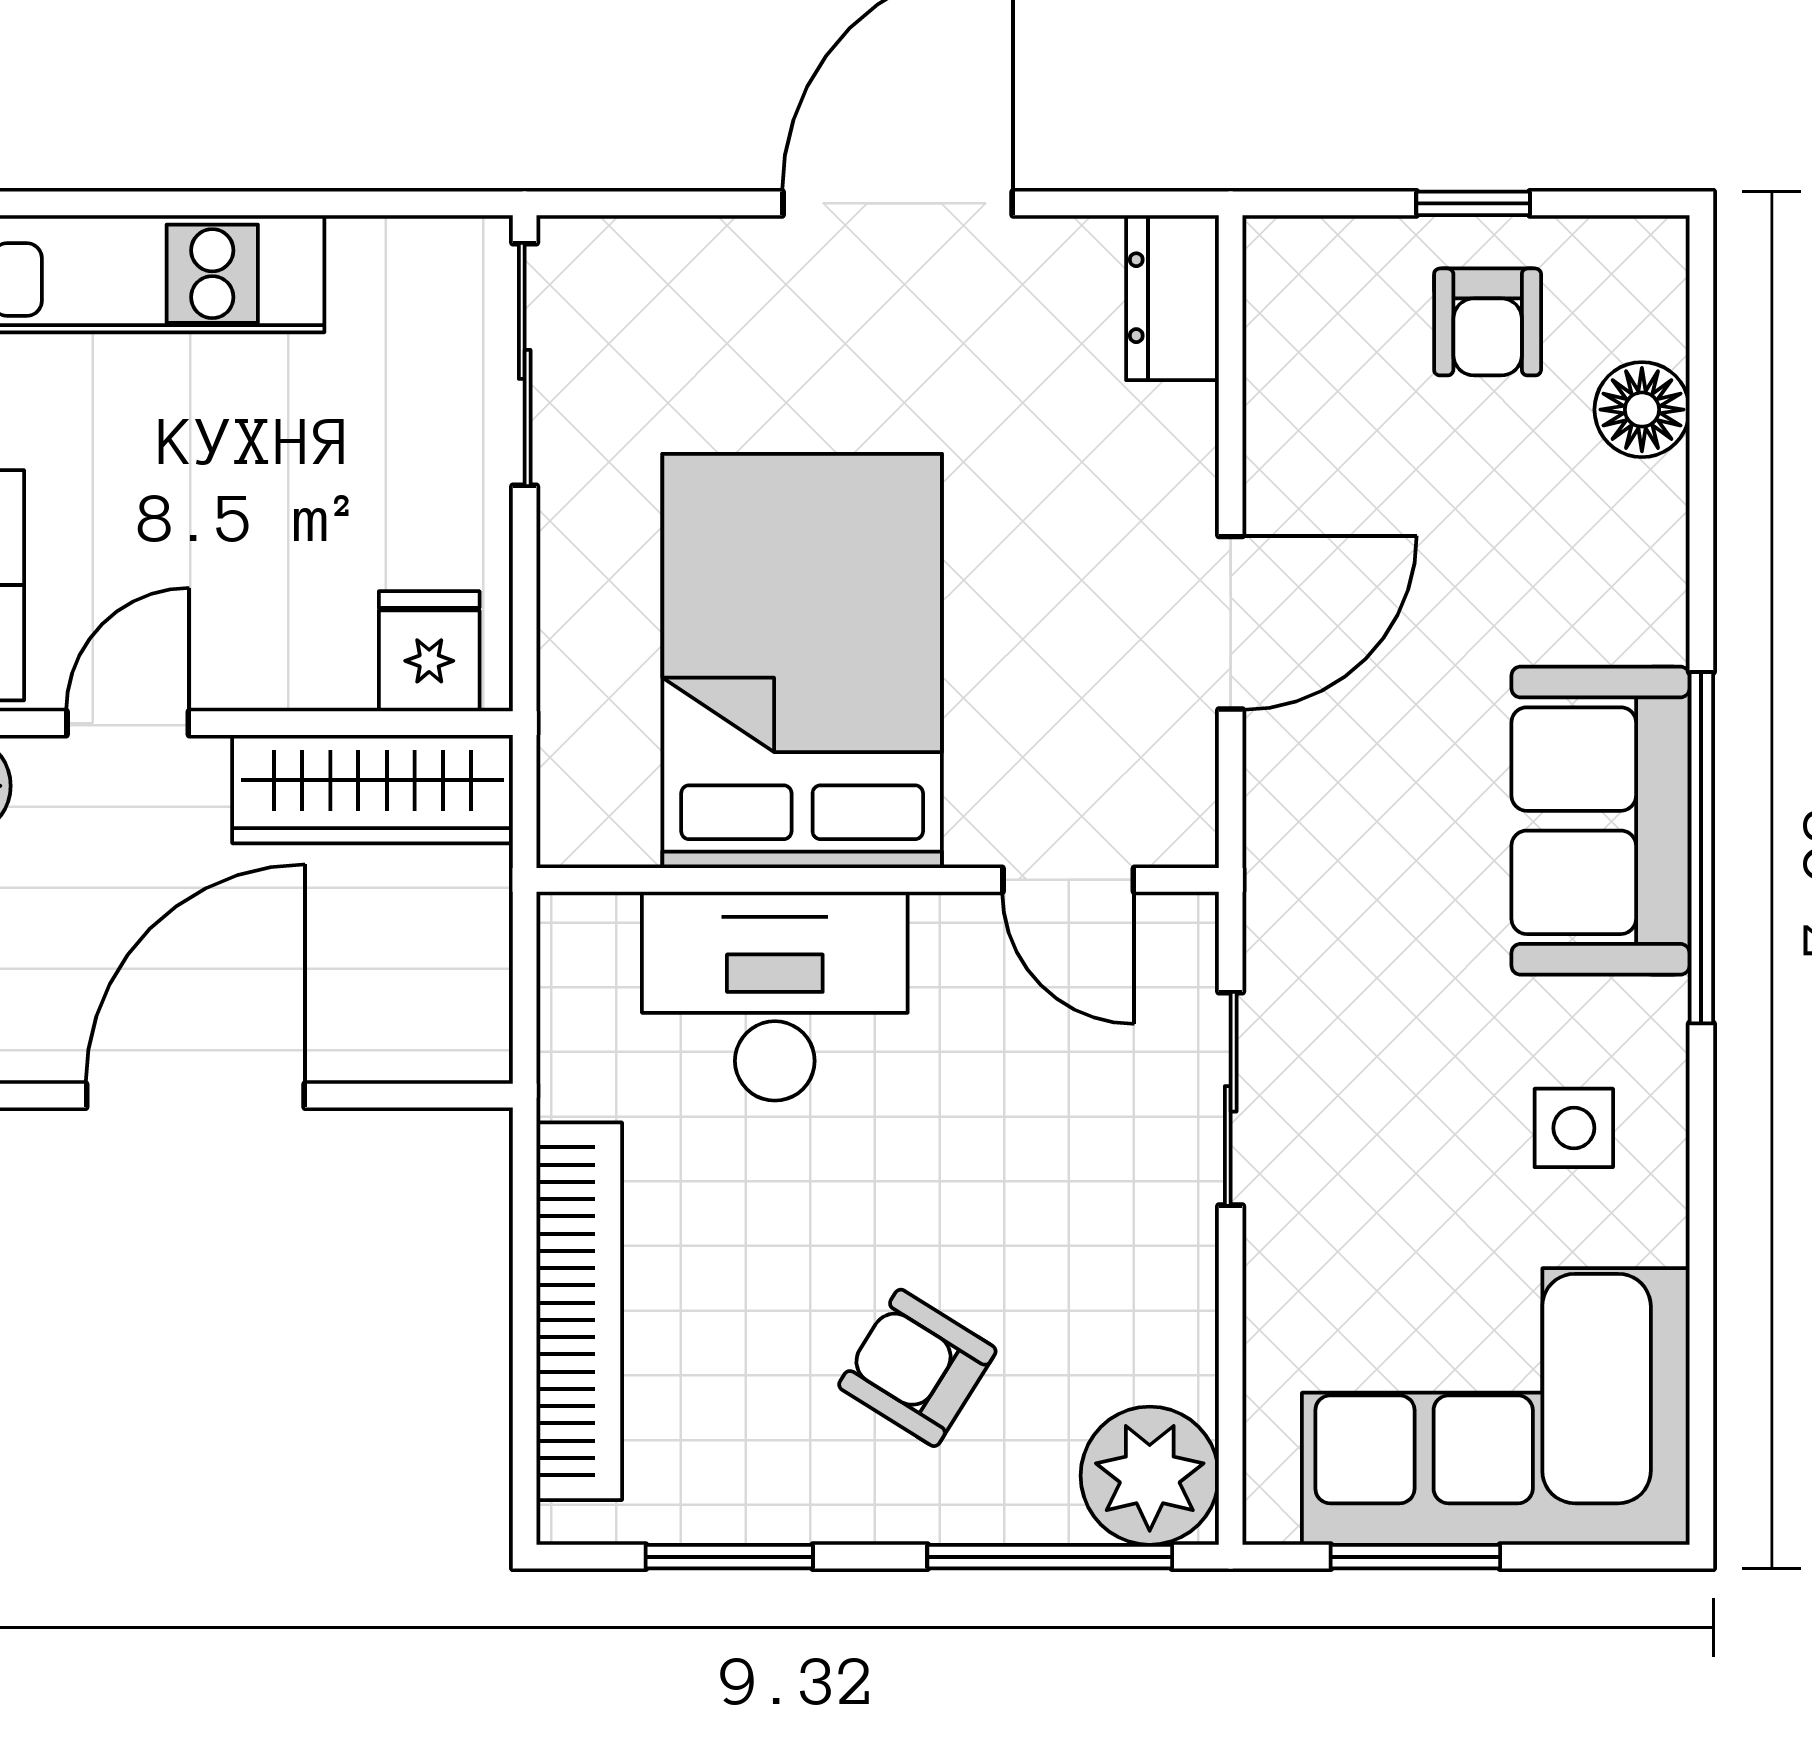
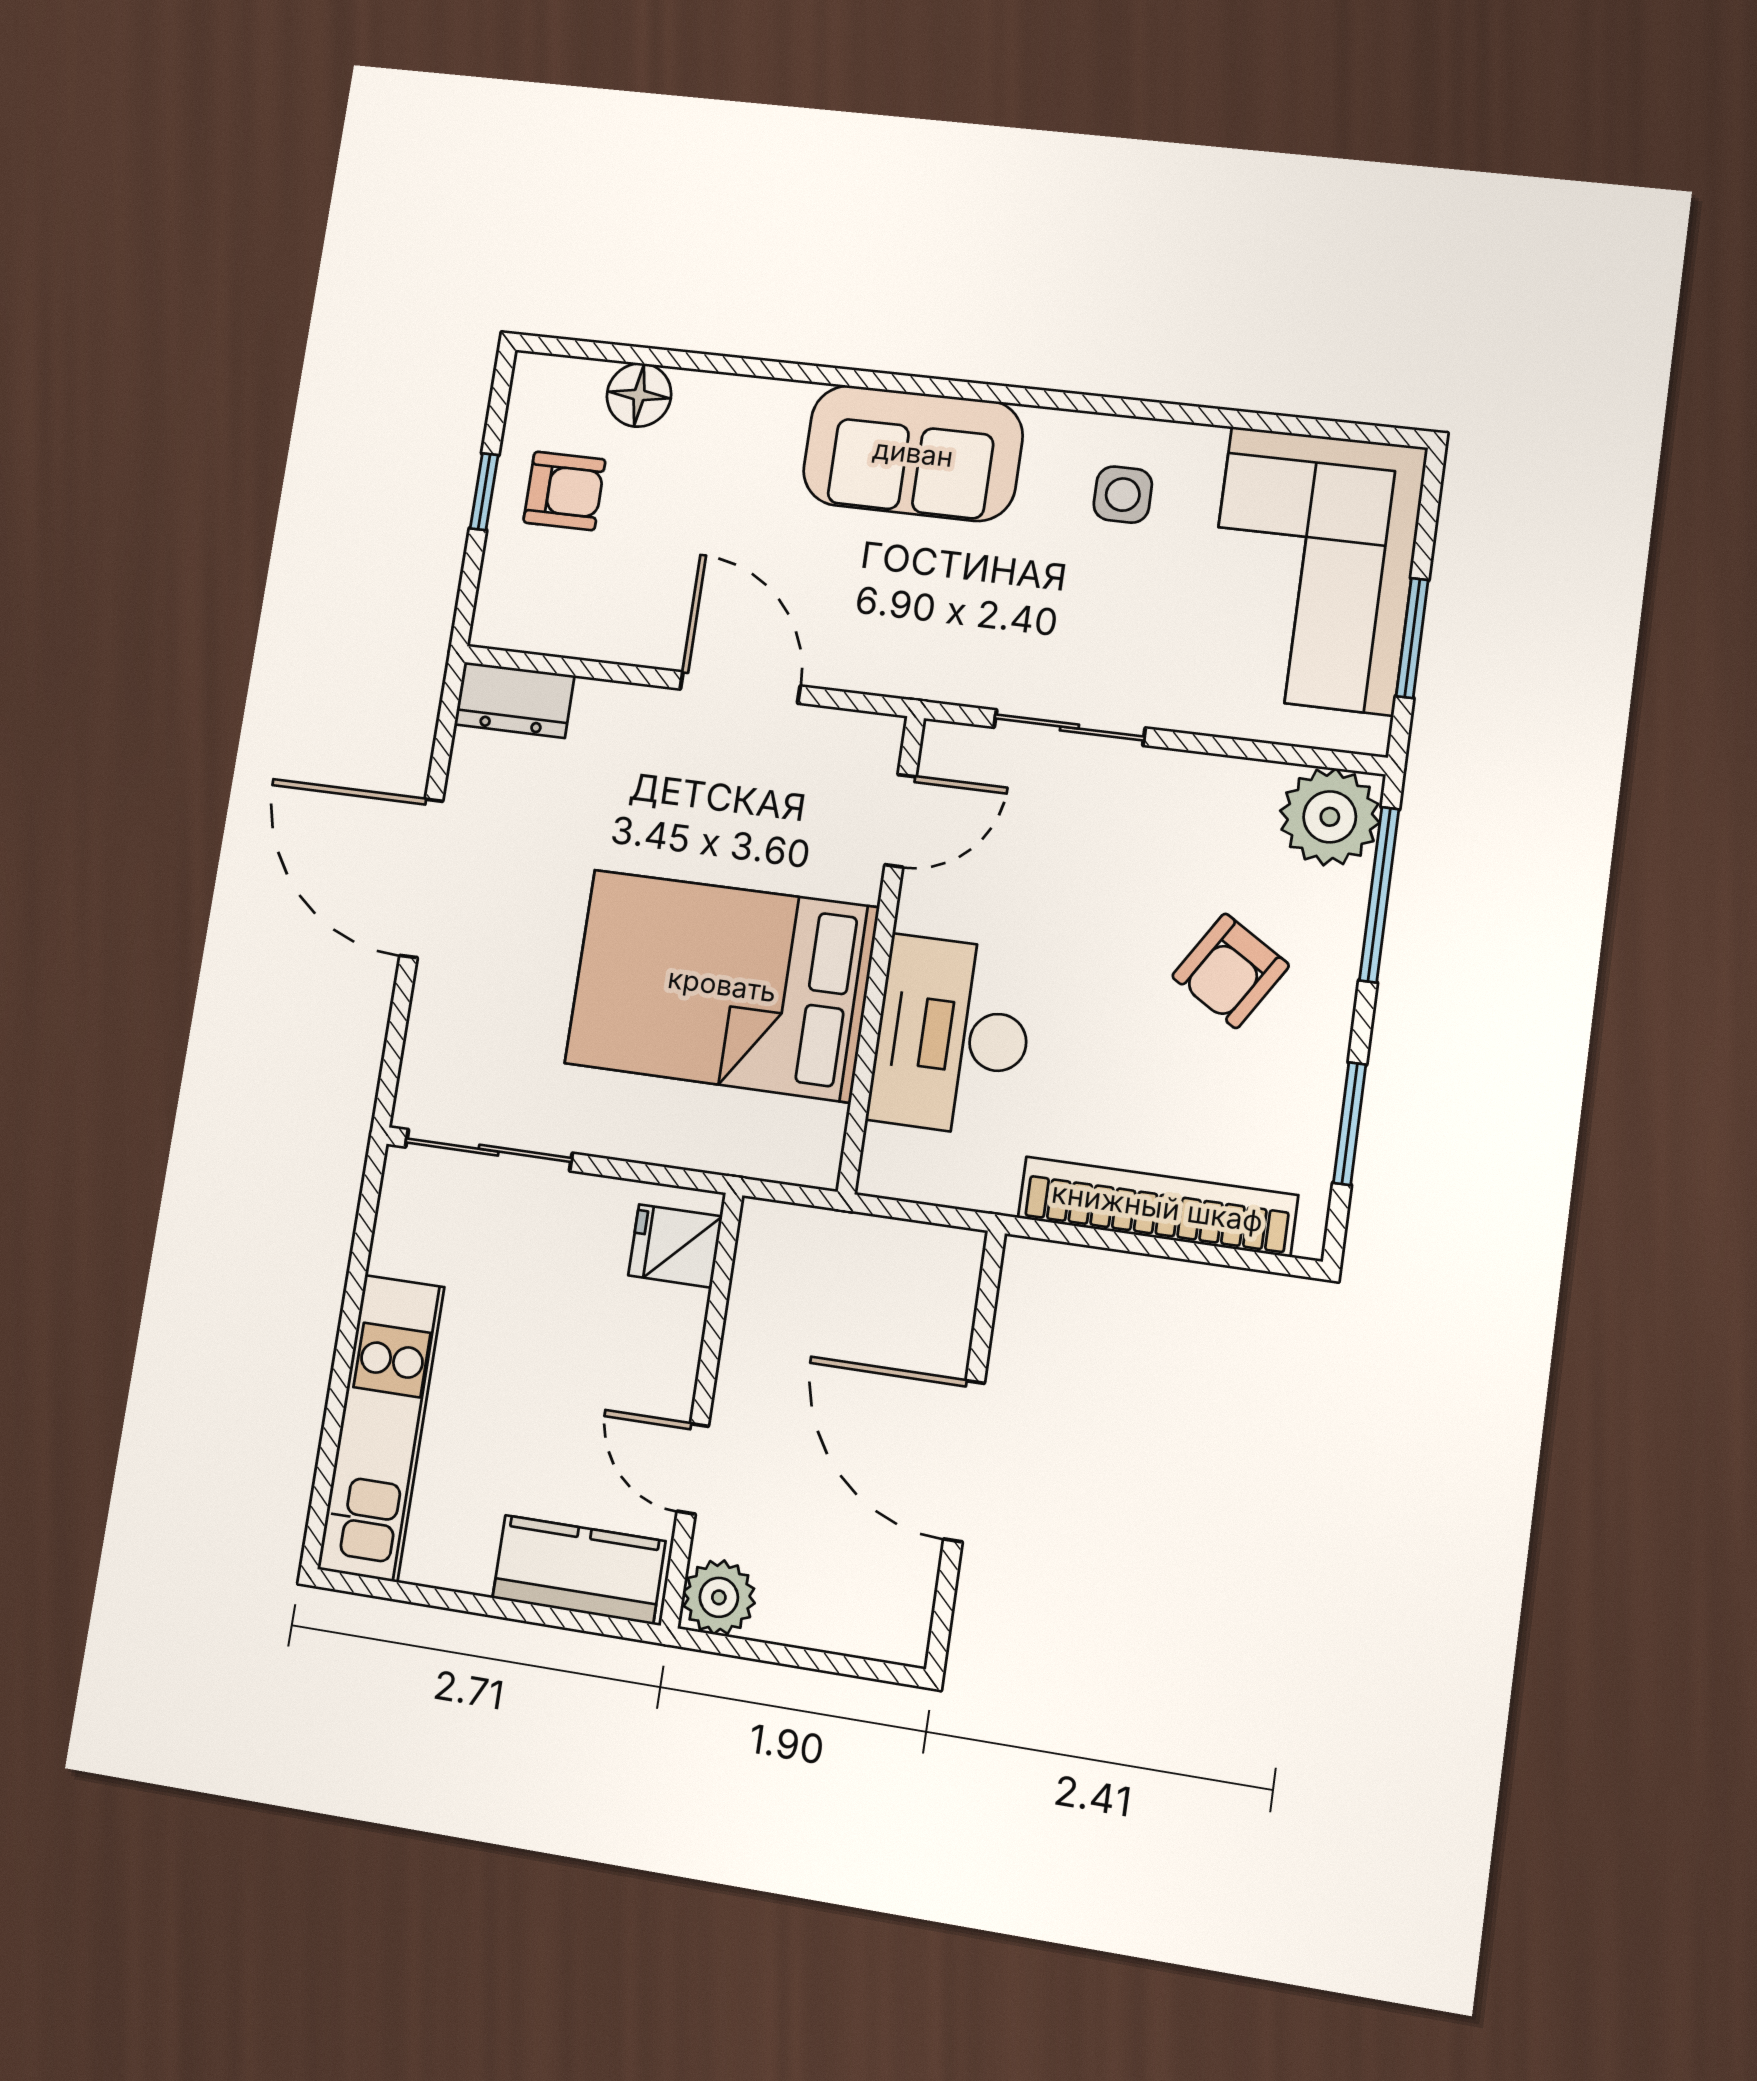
wardrobe: (373, 789) -> (765, 1300), removed
window: (1701, 848) -> (941, 387), removed

